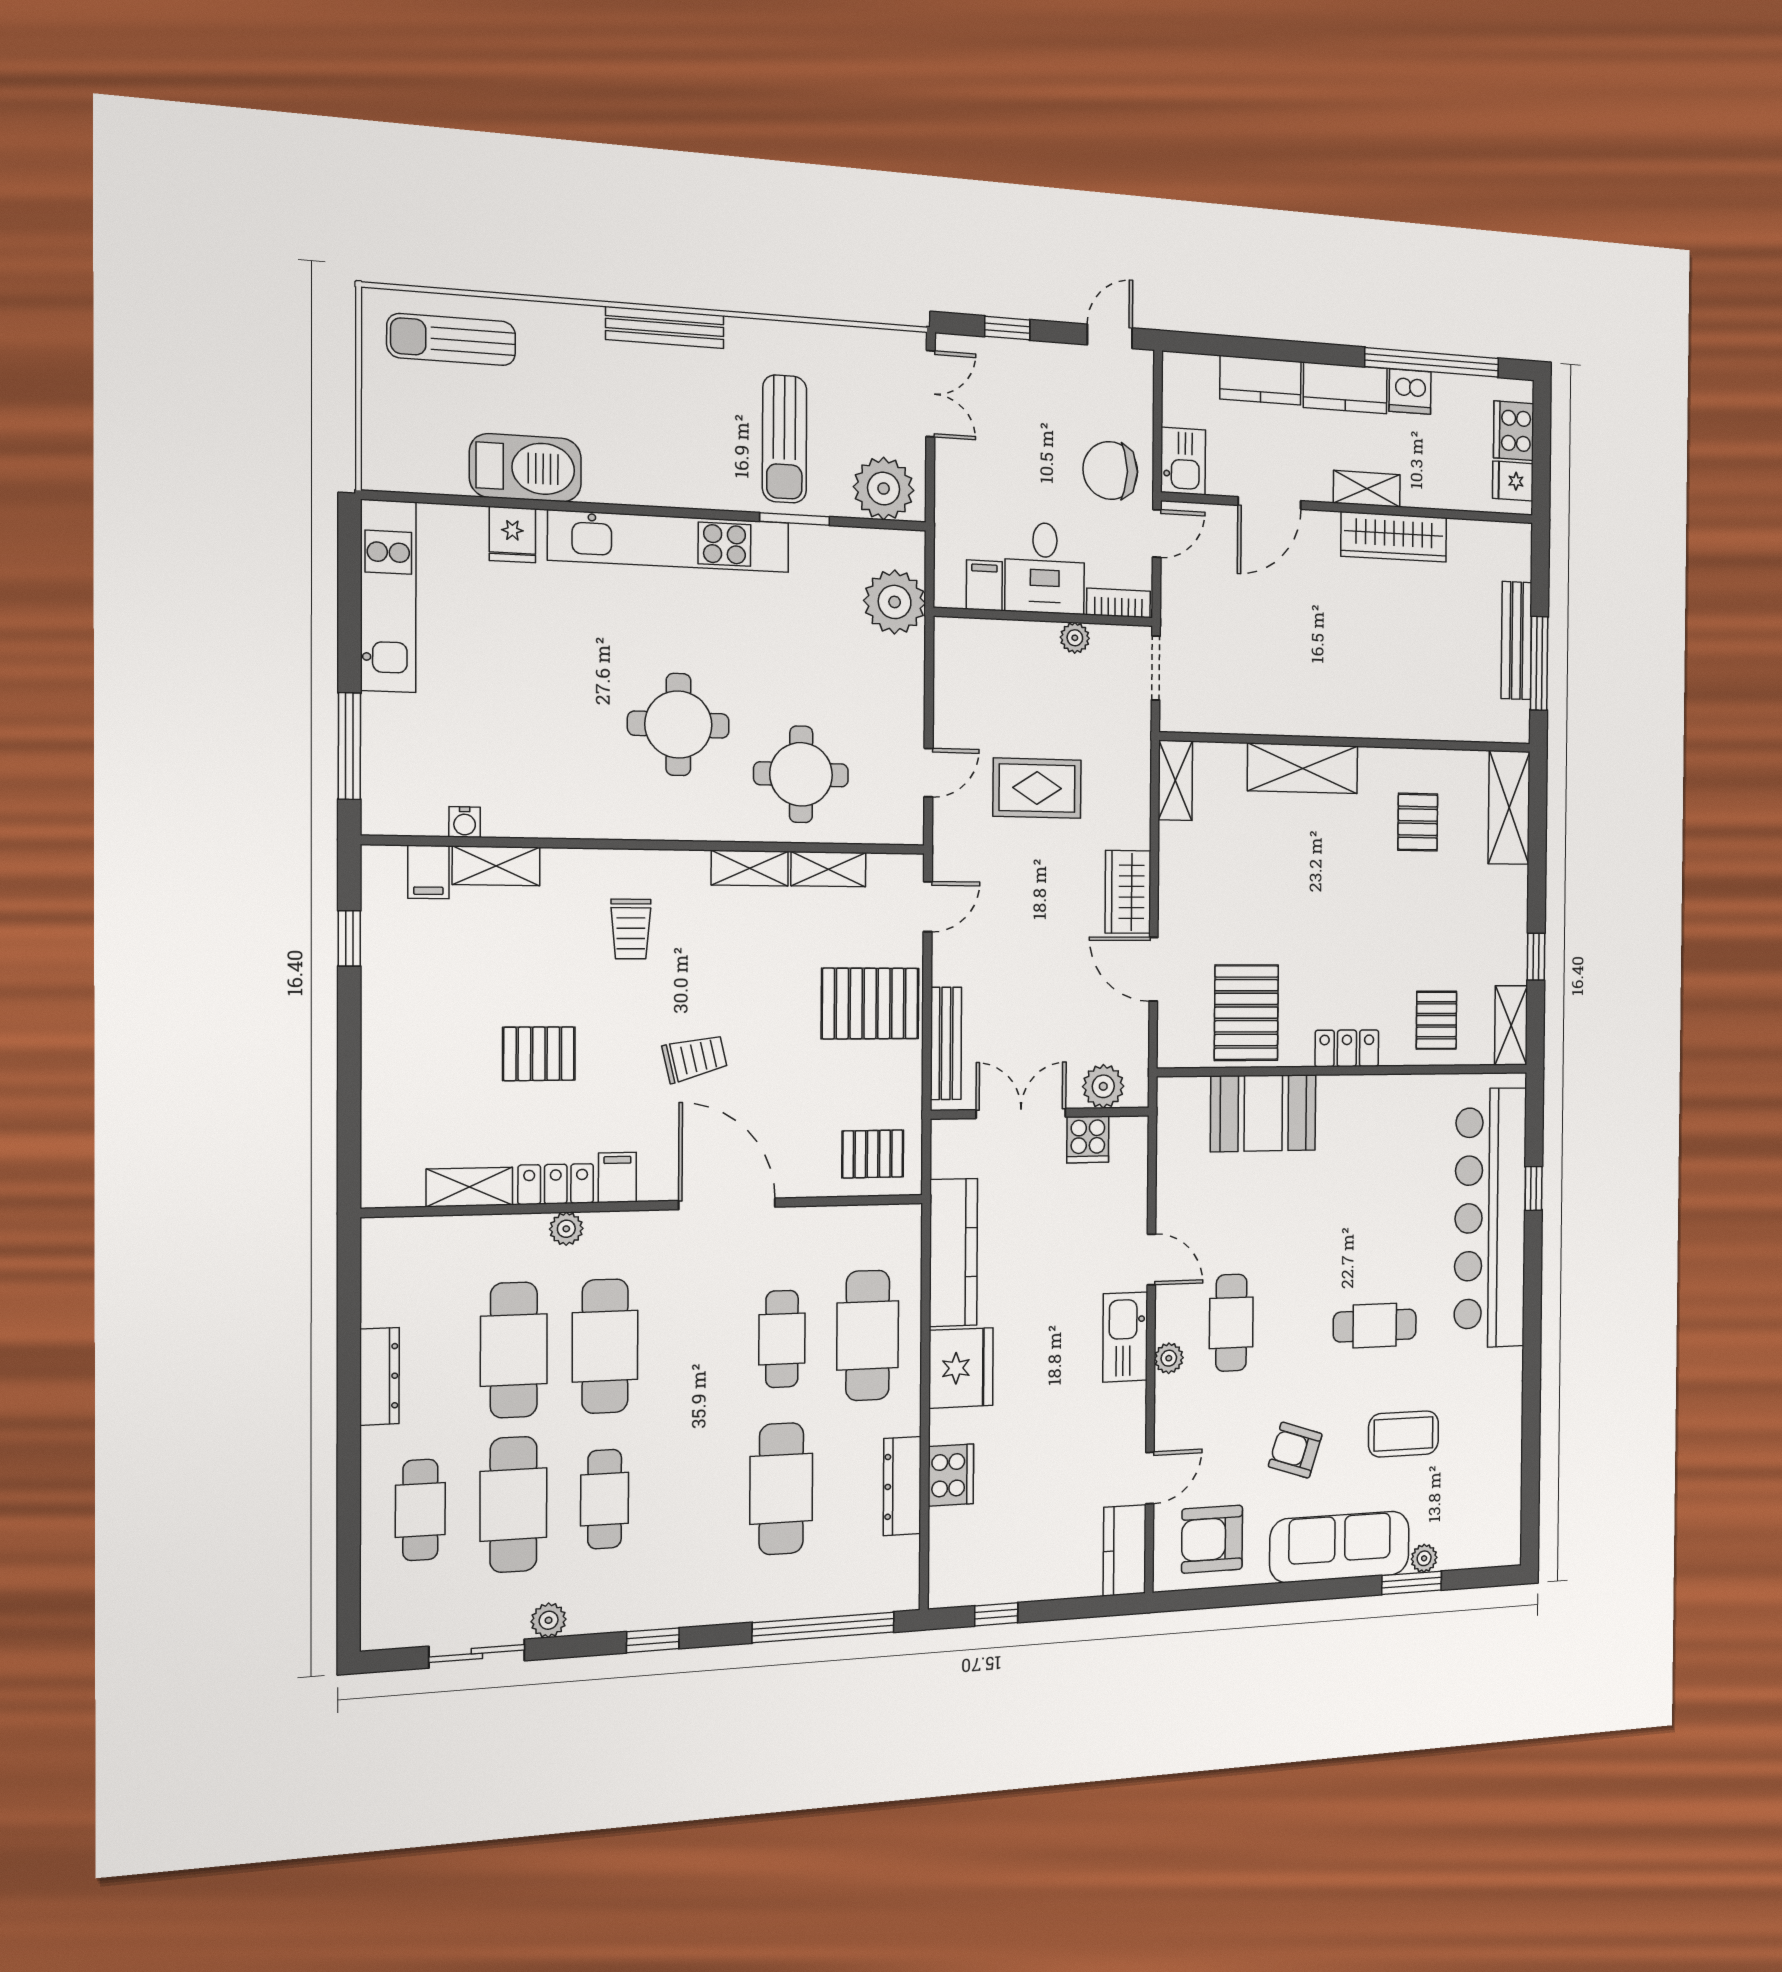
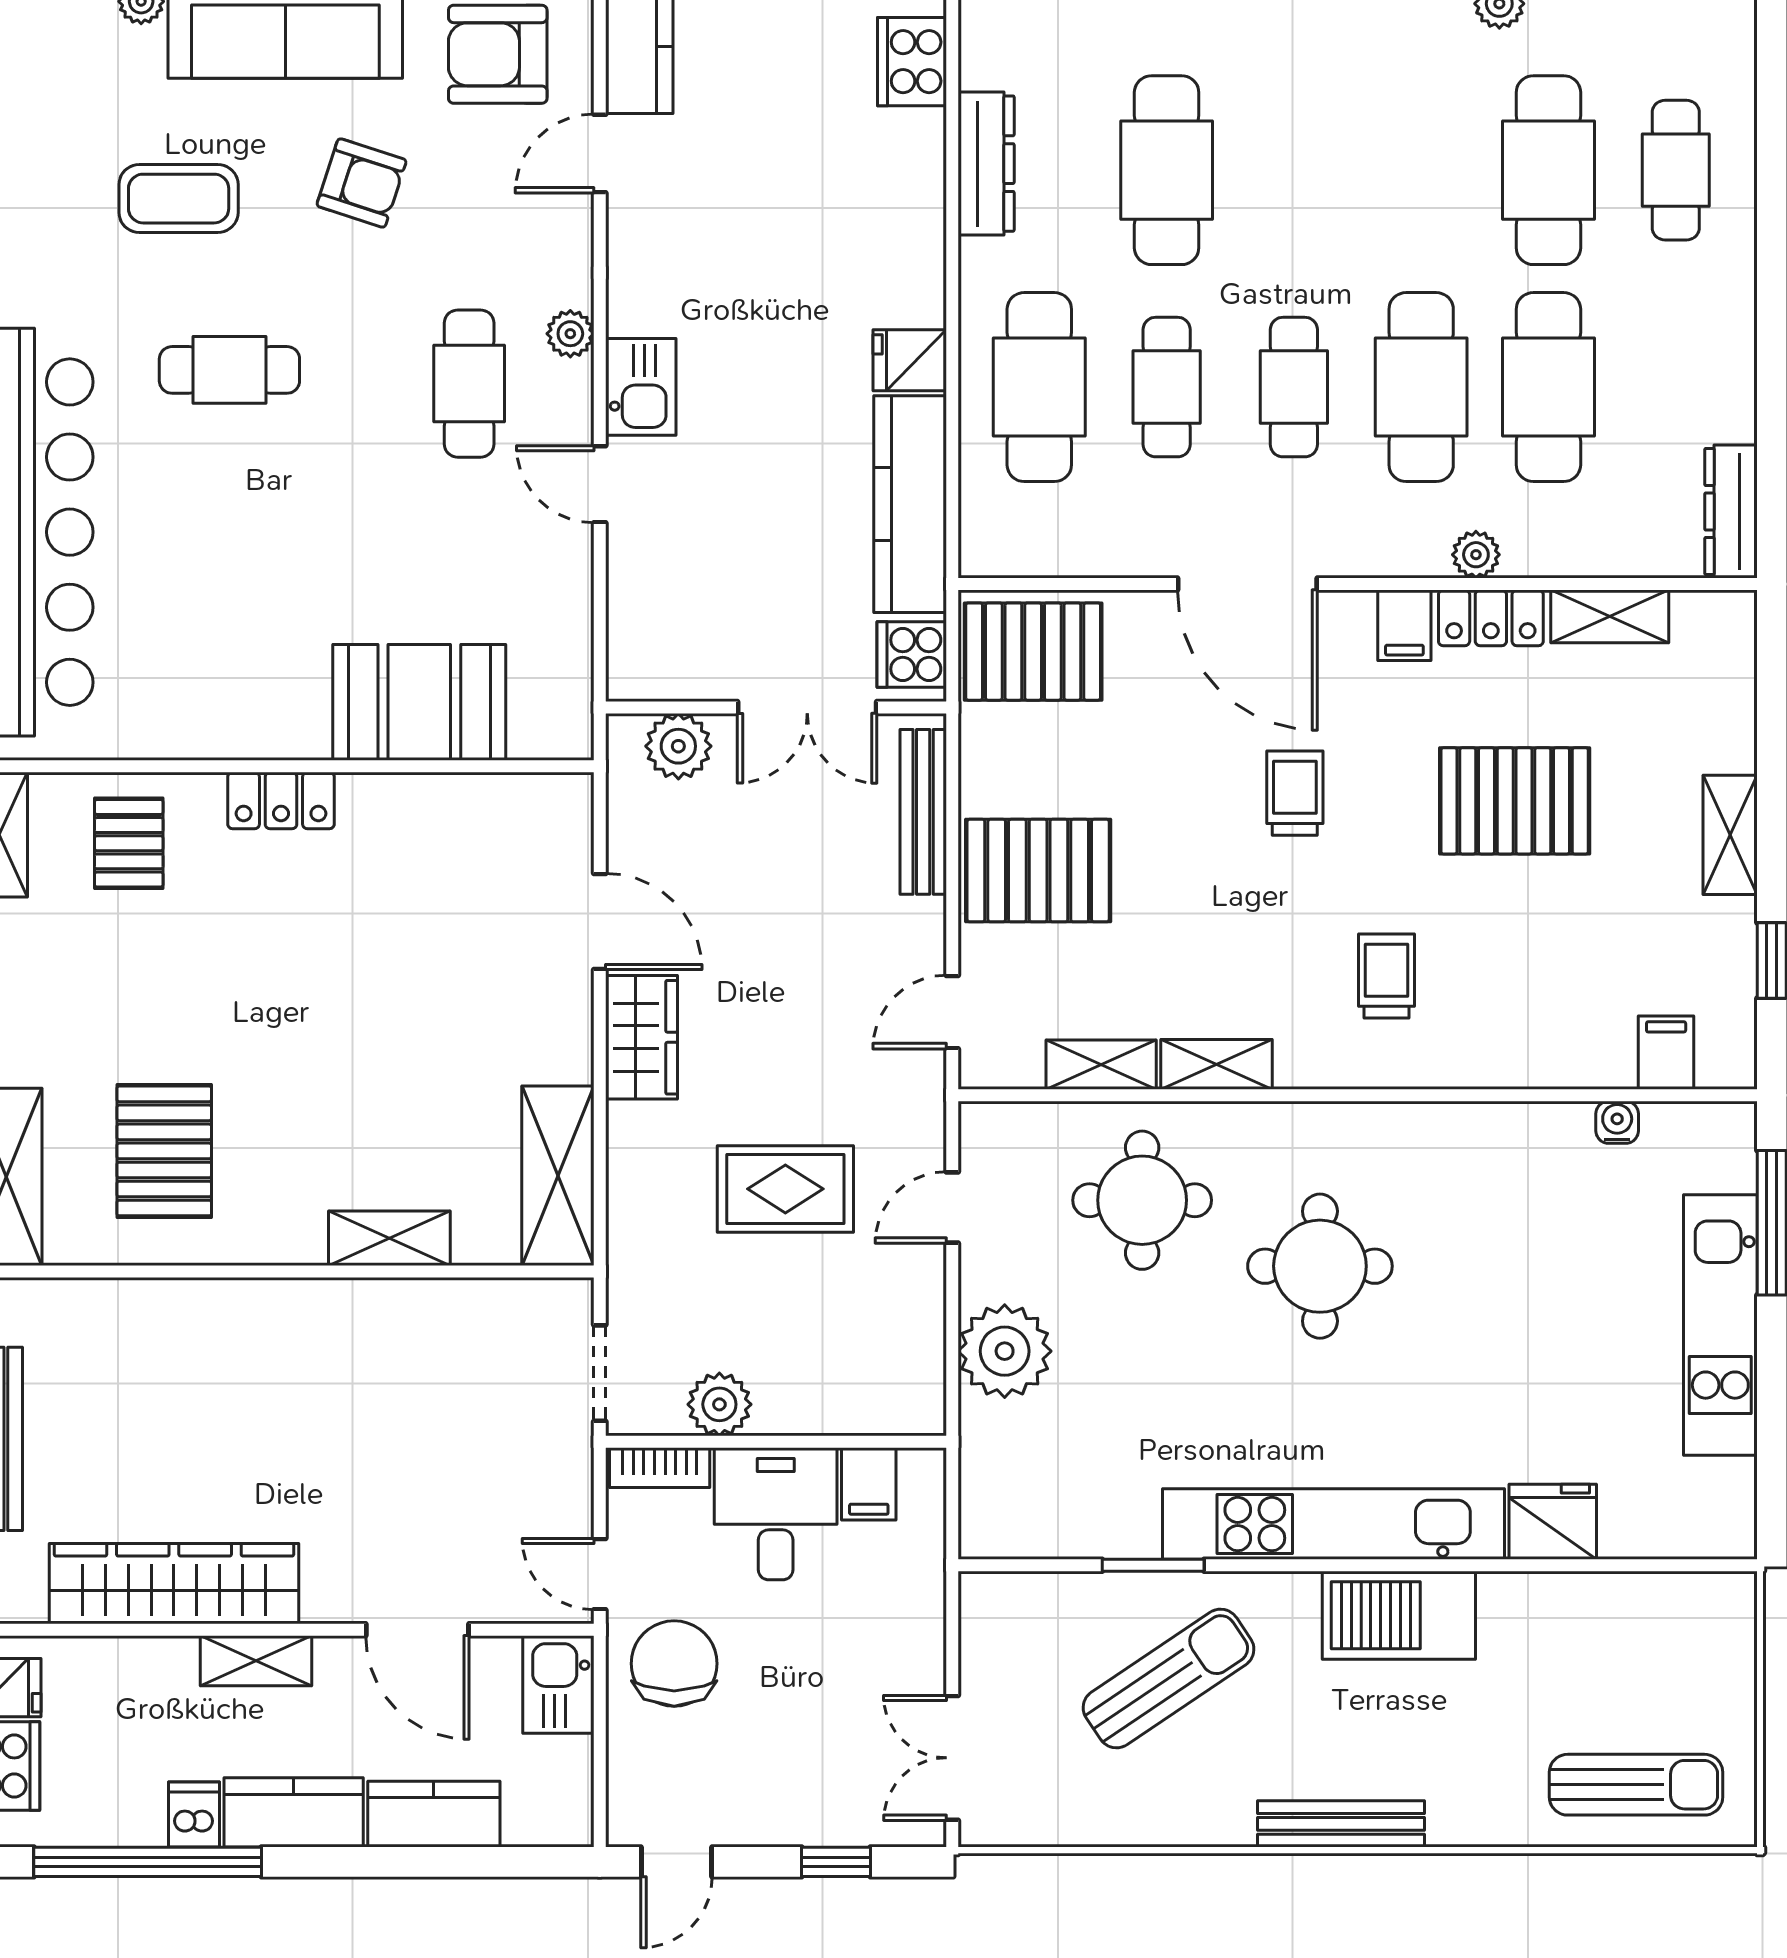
dishwasher: (1410, 392) -> (194, 1815), width x0.73
sun lounger: (785, 439) -> (1169, 1679), turned 56
barbecue: (525, 468) -> (1399, 1615), moved
chair: (1110, 470) -> (674, 1664), turned -90
plant: (884, 489) -> (1022, 1616), removed
door: (1270, 503) -> (417, 1630), swing flipped
door: (1157, 533) -> (600, 1574), hinge flipped
fridge: (512, 535) -> (1553, 1522), width x1.38
wardrobe: (1394, 537) -> (174, 1584), width x1.40, depth x1.17
kitchen unit: (388, 596) -> (1720, 1325), moved
plant: (895, 602) -> (1005, 1351), moved
plant: (1075, 638) -> (719, 1404), width x1.38, depth x1.38
shelving: (1303, 768) -> (389, 1238), width x0.67, depth x0.75
shelving: (1175, 780) -> (558, 1176), width x1.50, depth x1.33
pallet: (1418, 822) -> (164, 1151), width x1.50, depth x1.42
shelving: (496, 866) -> (1730, 835), moved, turned 90
pallet: (1246, 1013) -> (449, 856), removed
pallet: (539, 1054) -> (1515, 801), width x1.50, depth x1.42
trolley: (695, 1058) -> (1295, 793), turned 103
cooker: (1088, 1139) -> (912, 655), moved, turned -90
pallet: (873, 1154) -> (1033, 652), width x1.50, depth x1.42
kitchen sink: (1125, 1337) -> (641, 387), width x0.73
fridge: (961, 1368) -> (910, 360), width x0.53, depth x0.75
dresser: (380, 1376) -> (1731, 511), moved
cooker: (951, 1475) -> (912, 62), moved
cafe table: (605, 1499) -> (1294, 387), moved
armchair: (1212, 1539) -> (498, 54), turned 180

